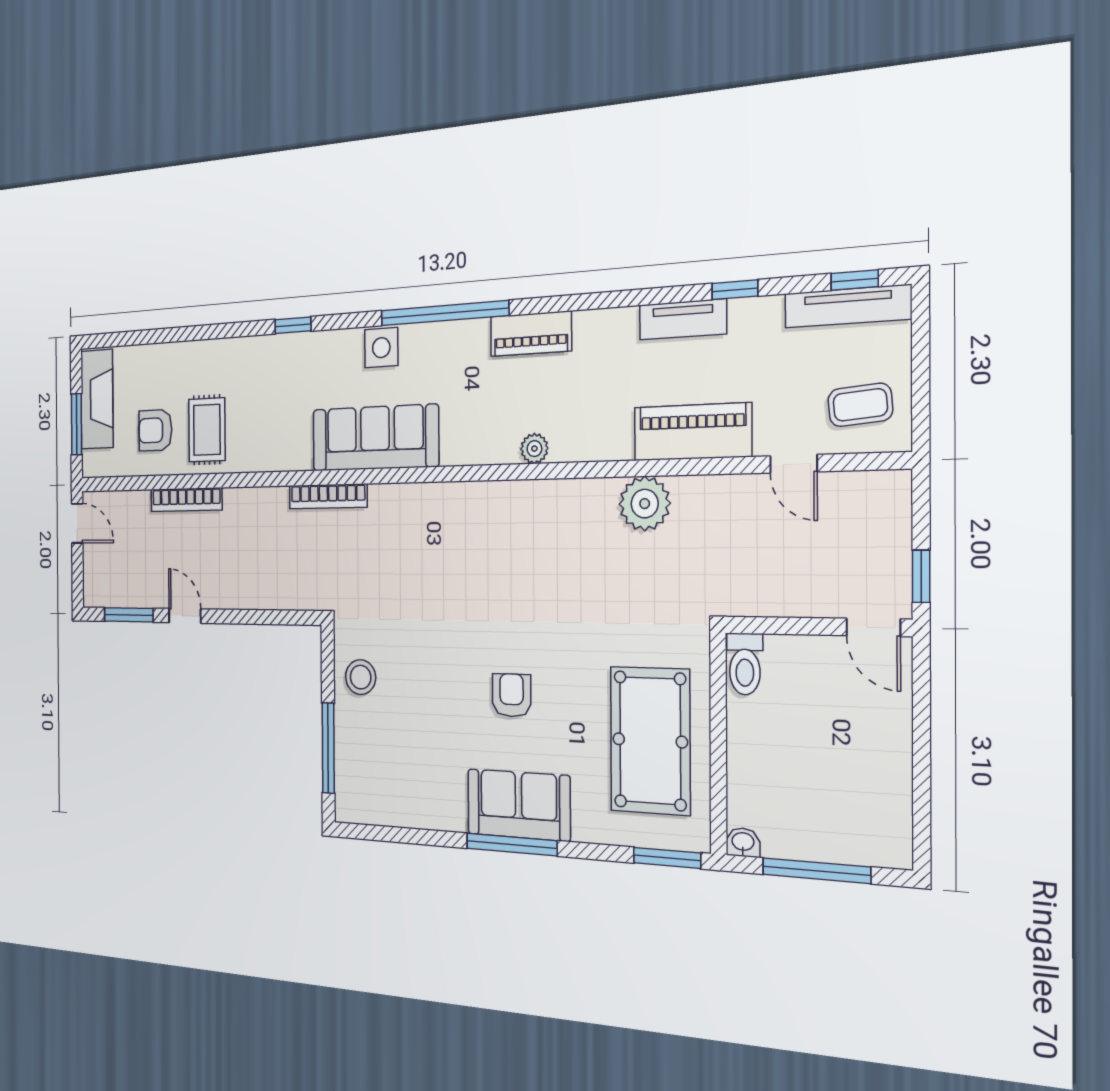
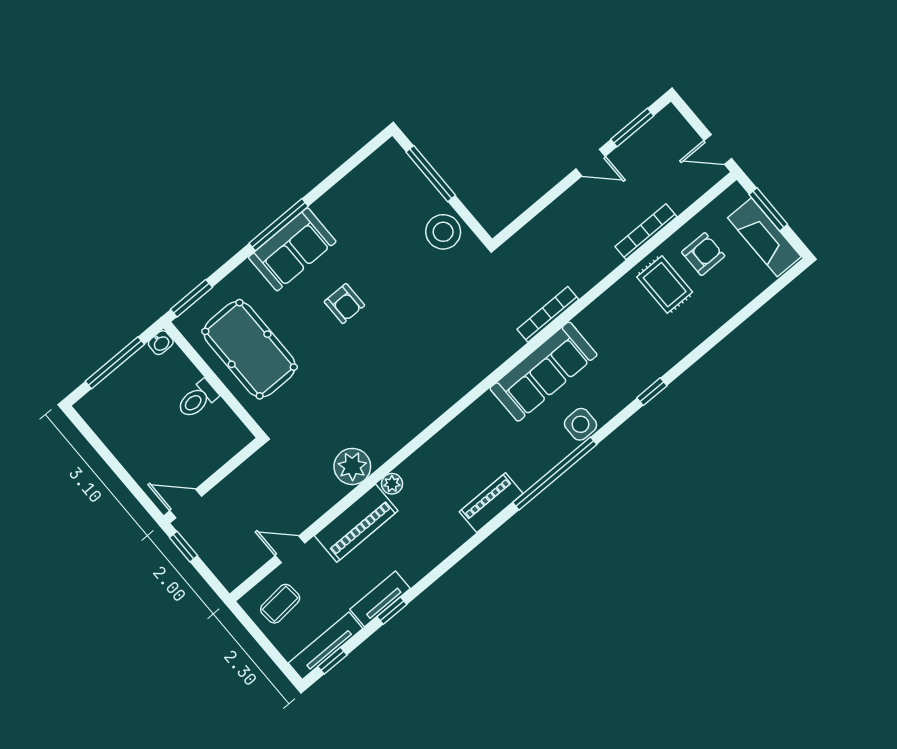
tv unit: (683, 319) -> (380, 599), moved
plant: (534, 449) -> (392, 484), moved
toilet: (745, 664) -> (197, 399), moved, turned -90
stool: (361, 677) -> (443, 232), width x1.38, depth x1.38

